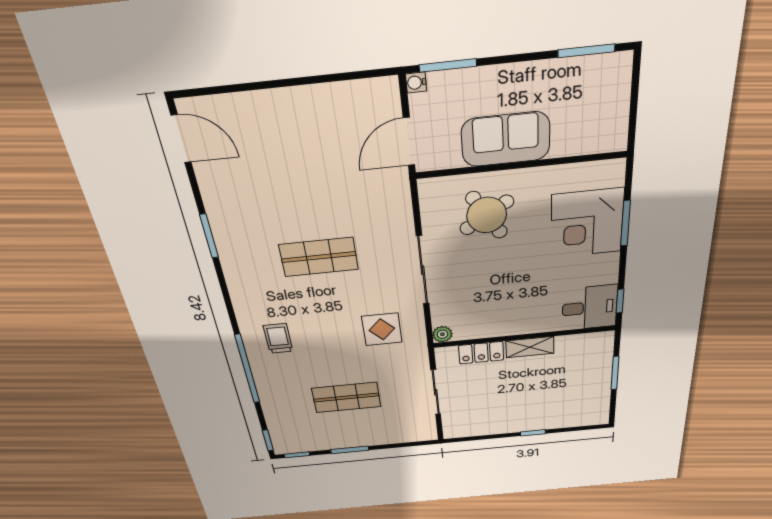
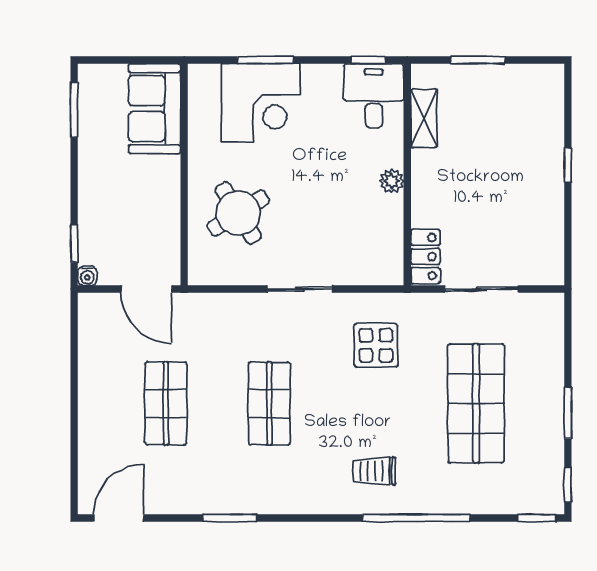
window: (448, 65) -> (74, 244), width x0.67
sofa: (506, 139) -> (155, 109), moved
shop shelf: (302, 171) -> (166, 403), added
sliding door: (423, 270) -> (300, 289), width x0.73
plant: (442, 334) -> (392, 181), moved
shelving: (530, 347) -> (424, 118), moved
locker: (481, 353) -> (425, 257), moved
shop shelf: (346, 397) -> (476, 403), width x1.43, depth x1.36

